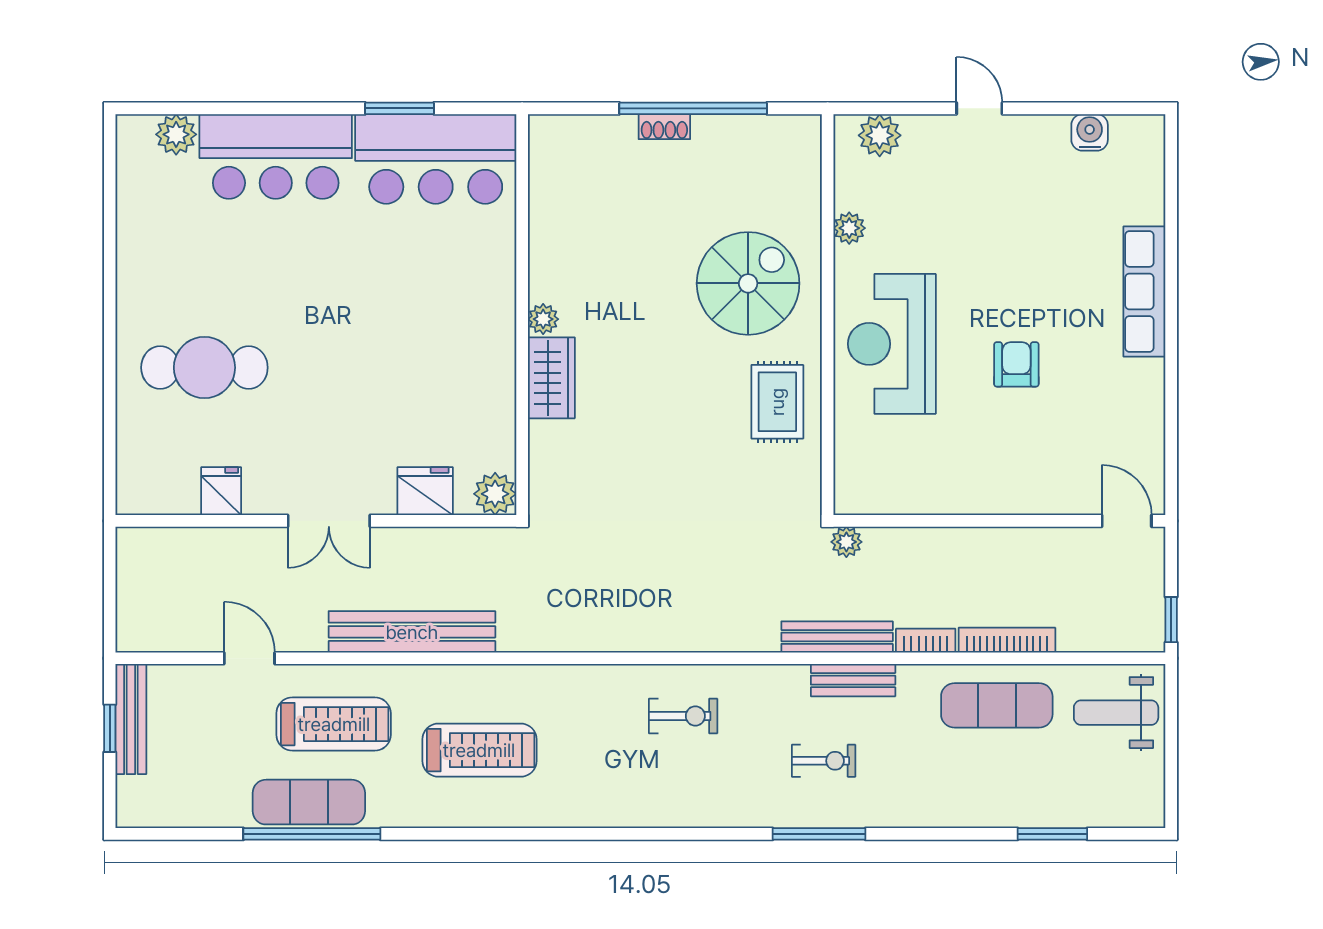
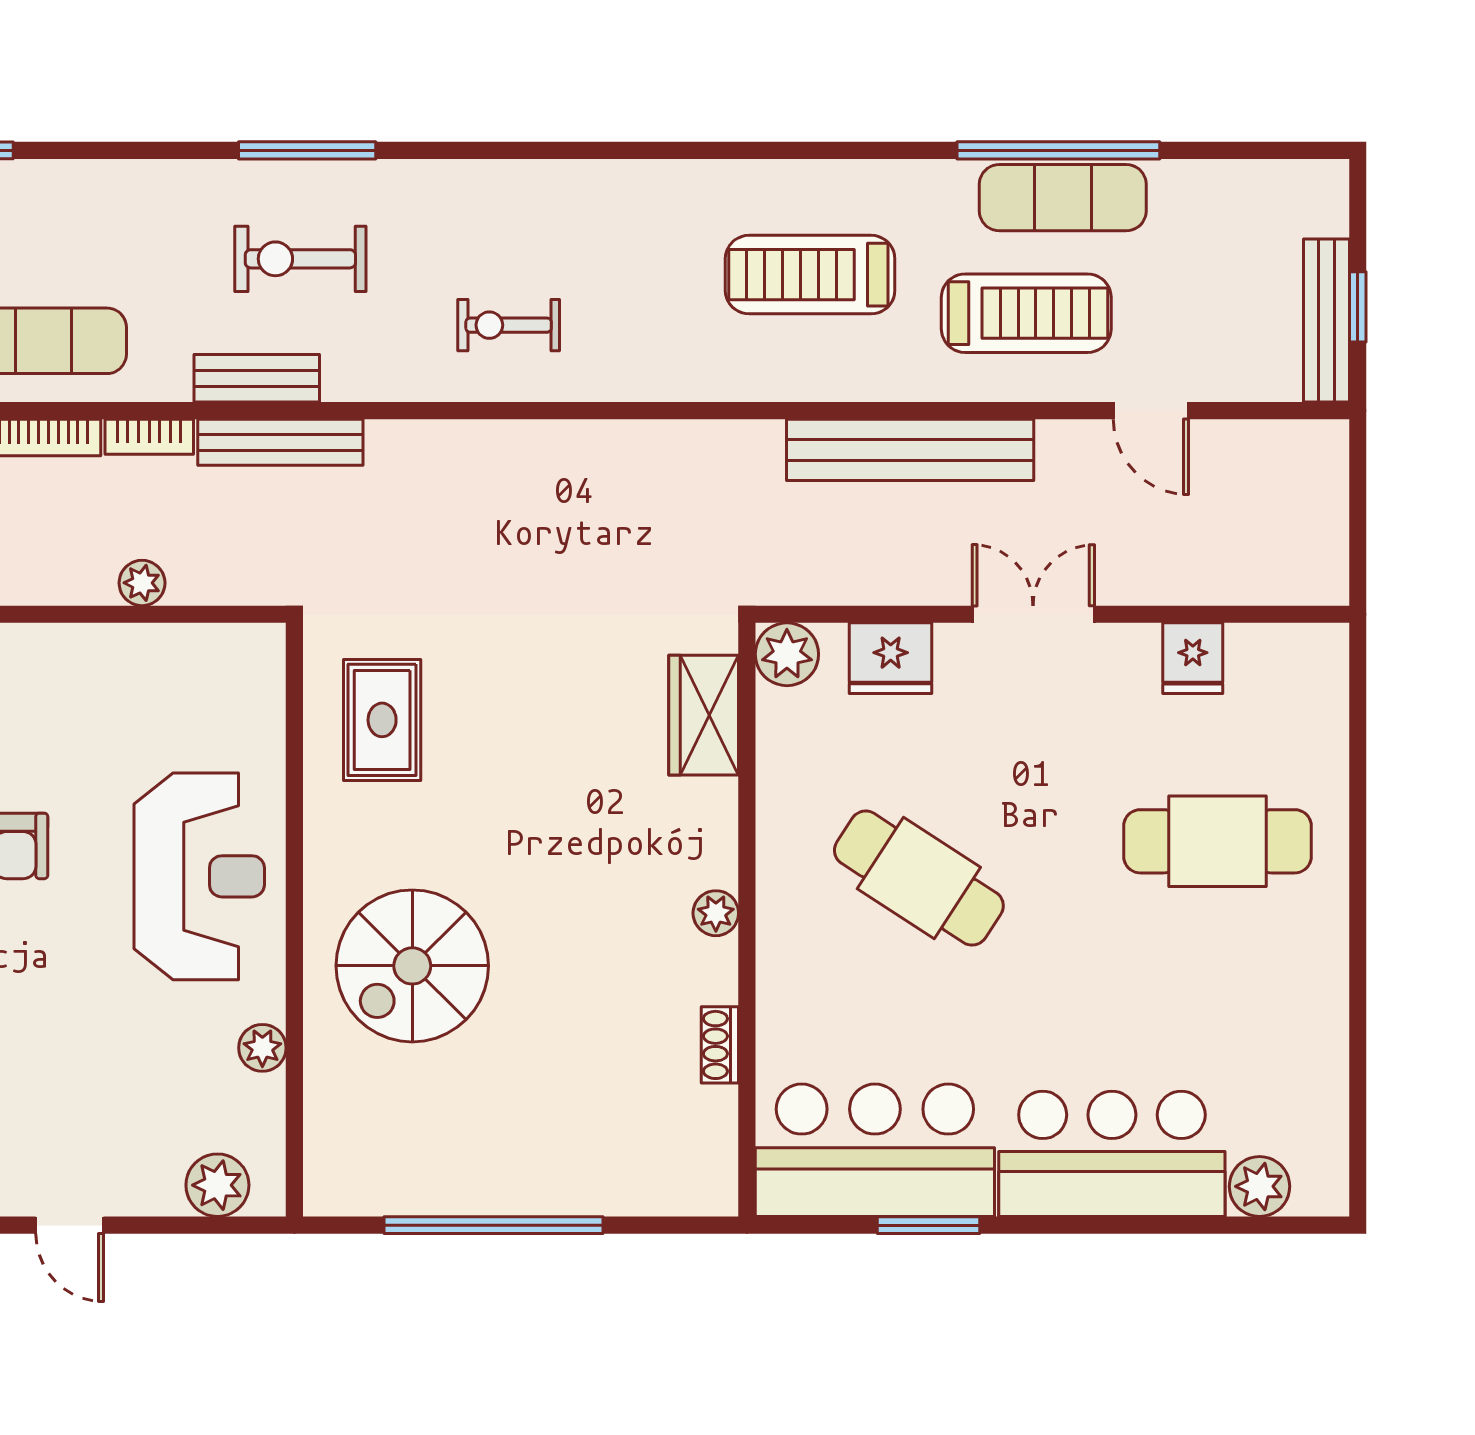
shoe rack: (664, 127) -> (720, 1045), moved, turned -90
cafe table: (406, 343) -> (919, 878), added
wardrobe: (551, 378) -> (704, 715), moved
rug: (777, 402) -> (382, 720), moved
plant: (846, 542) -> (142, 583), moved
treadmill: (334, 724) -> (1026, 313), turned 180
exercise bike: (824, 761) -> (300, 259), width x1.38, depth x1.39

